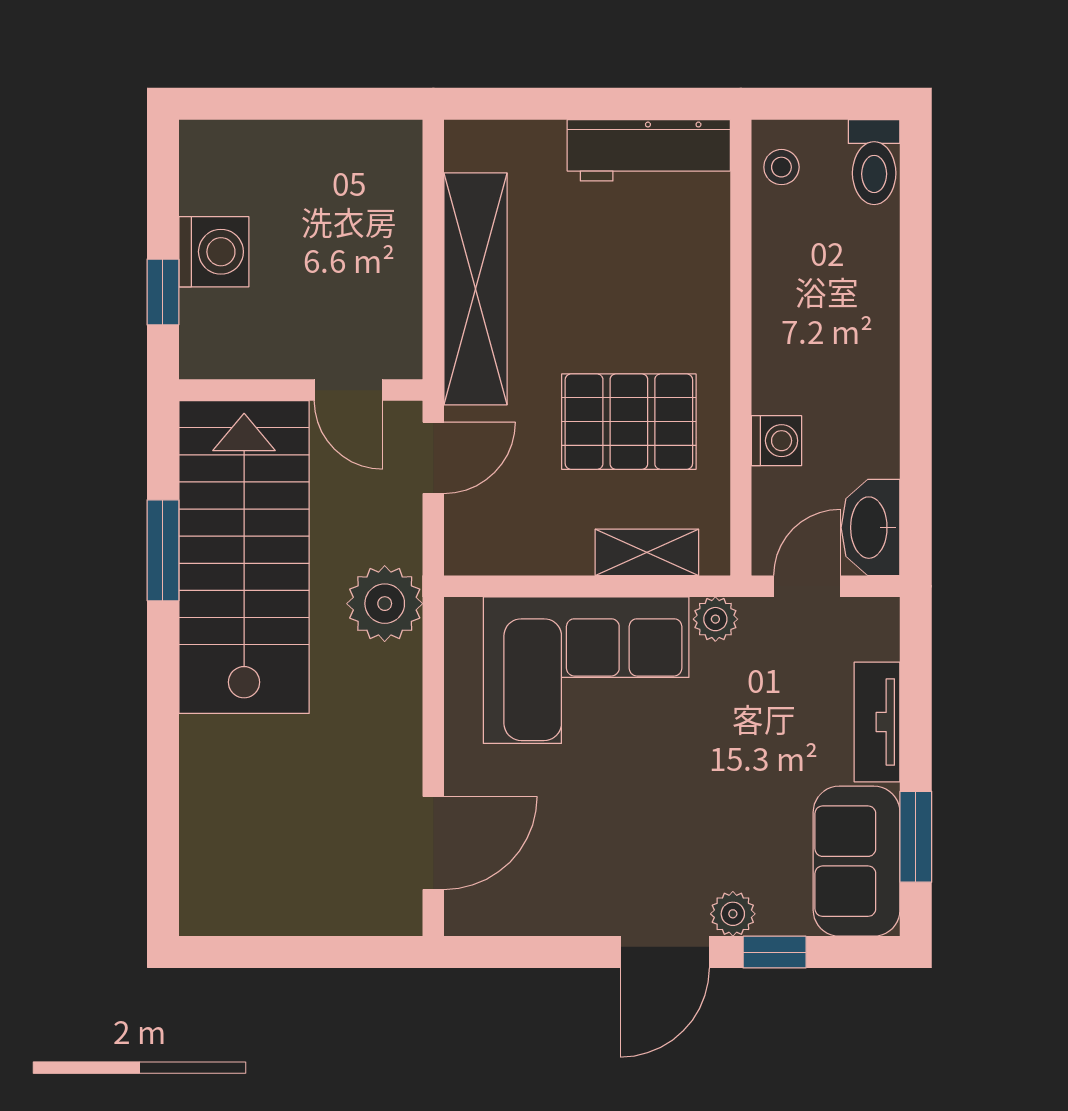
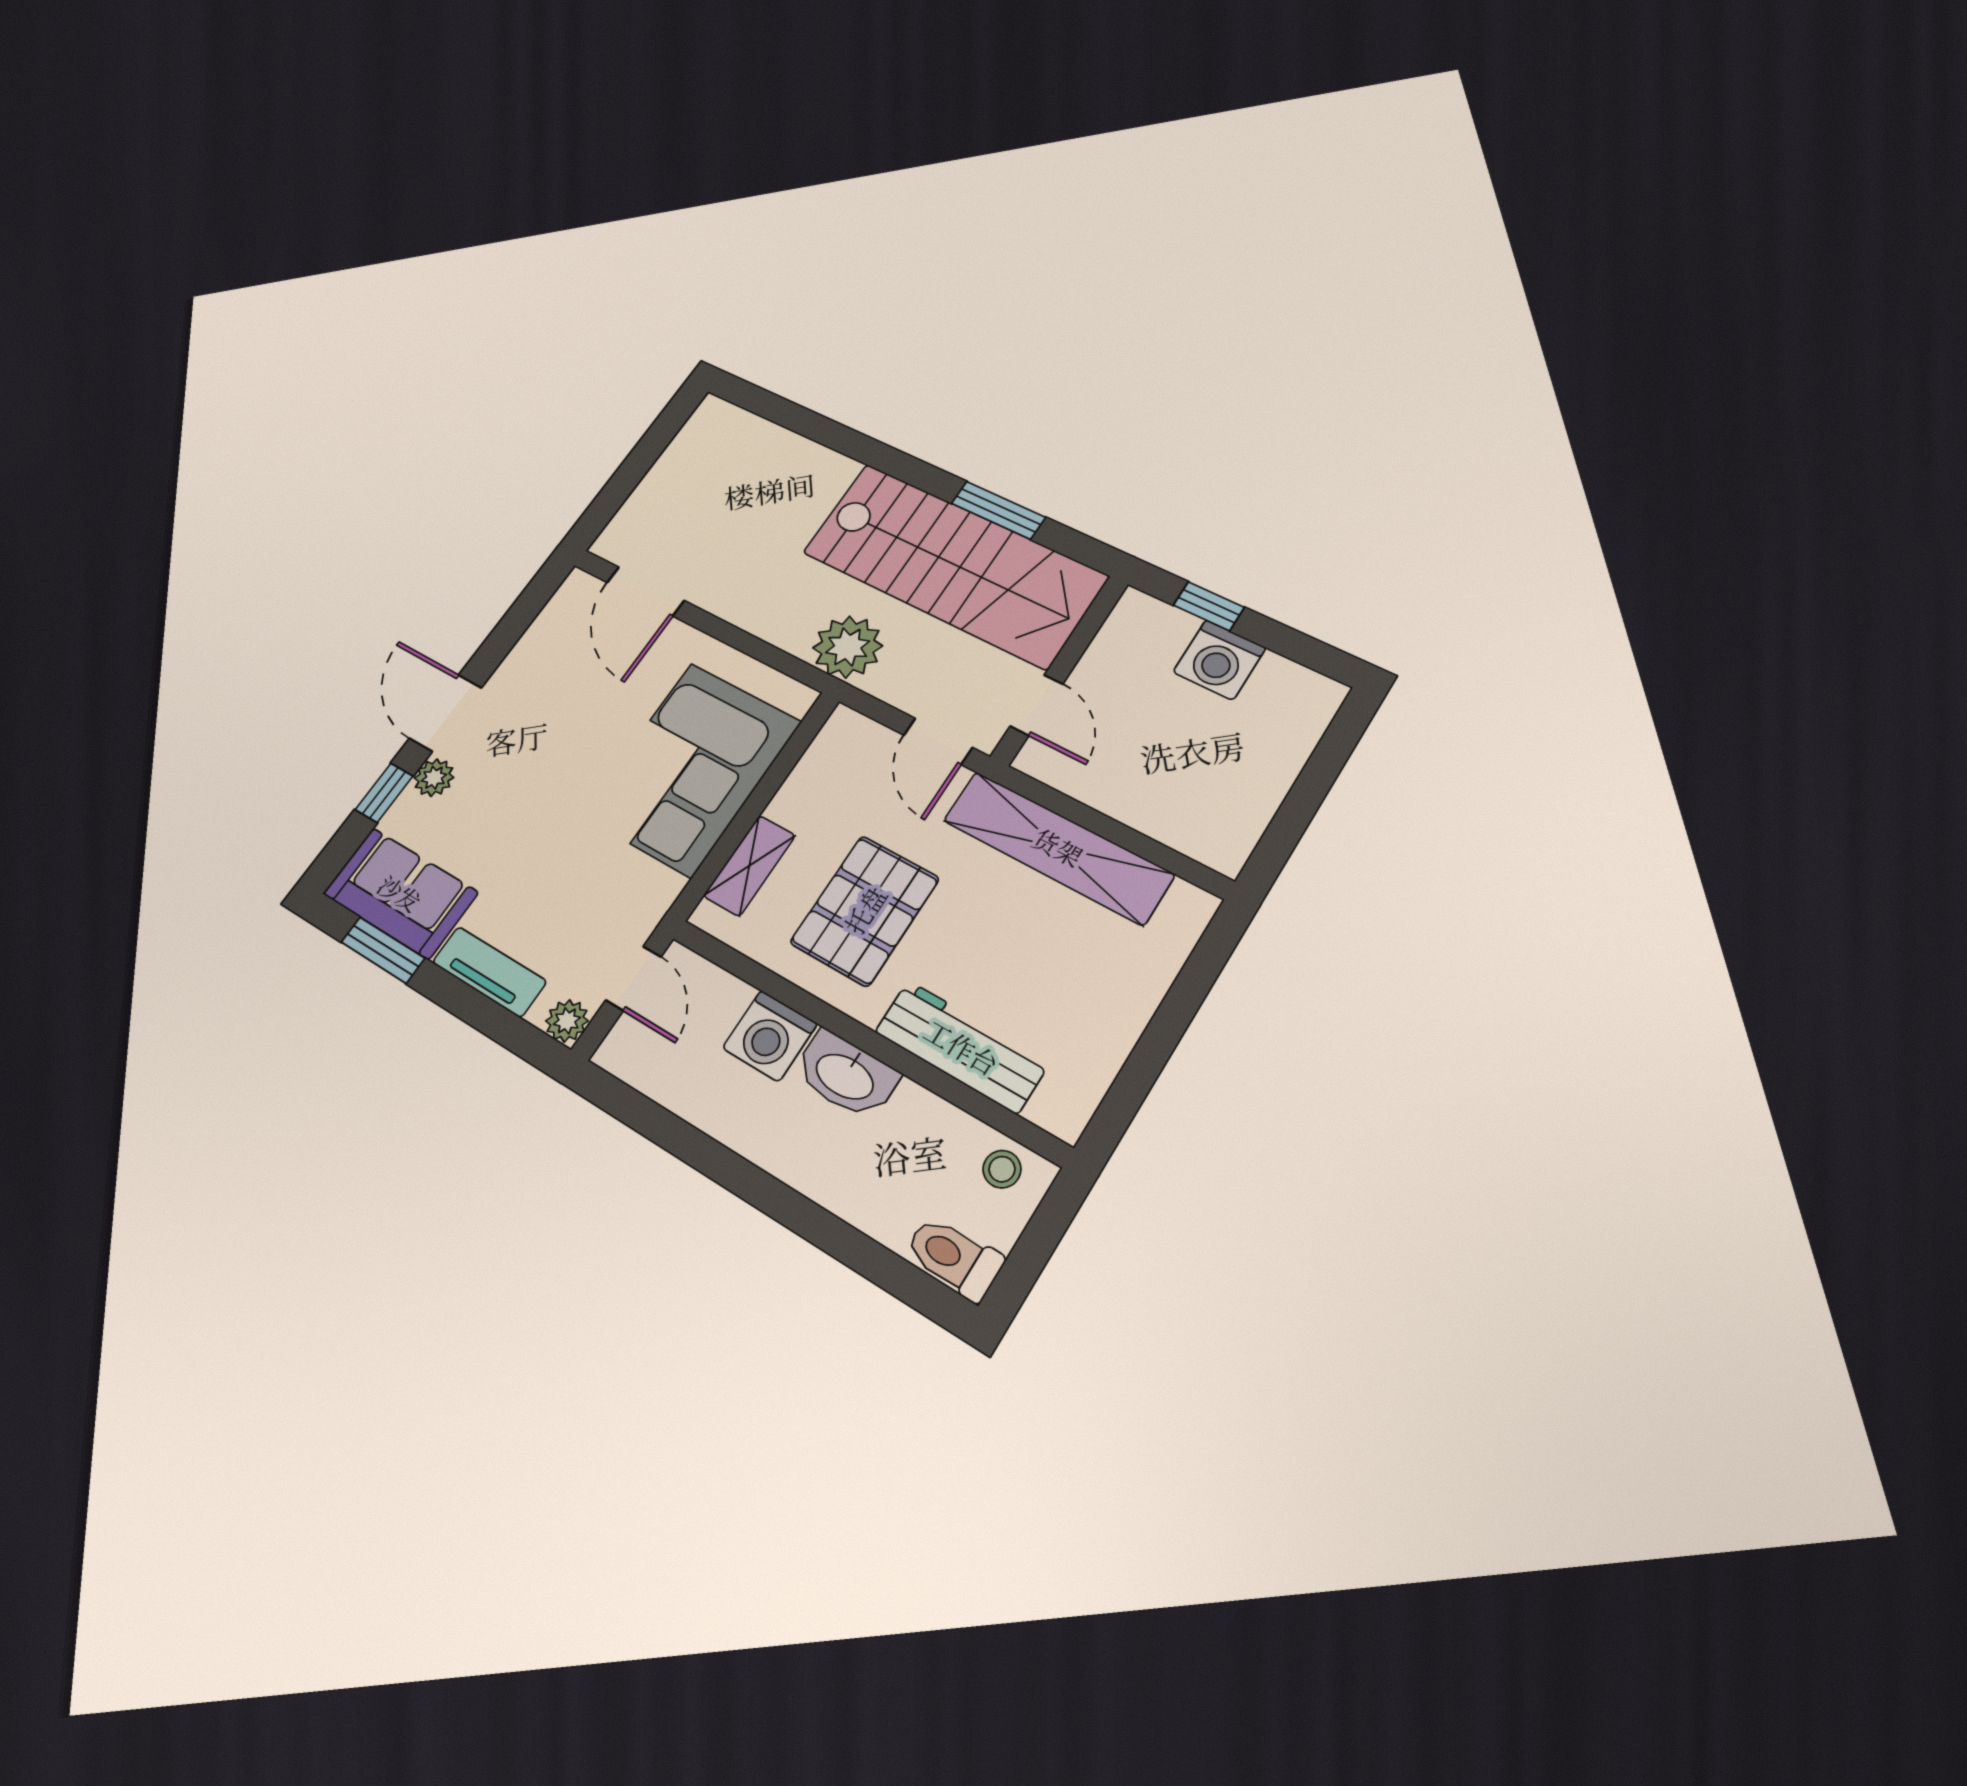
workbench: (649, 150) -> (962, 1047), moved, turned 90
door: (349, 390) -> (1037, 705), swing flipped
washing machine: (777, 441) -> (770, 1036), width x1.38, depth x1.38
washbasin: (871, 528) -> (846, 1075), moved, turned 180
plant: (715, 619) -> (567, 1021), moved

